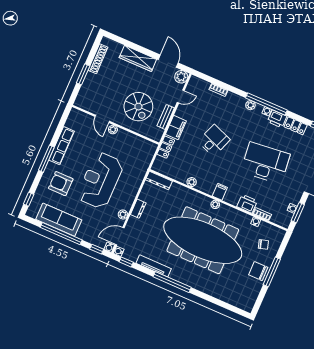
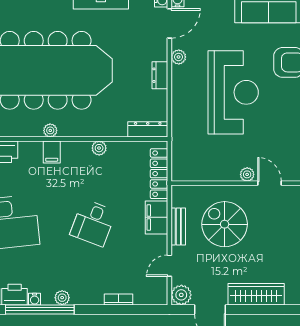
locker: (166, 147) -> (159, 174), width x1.53

